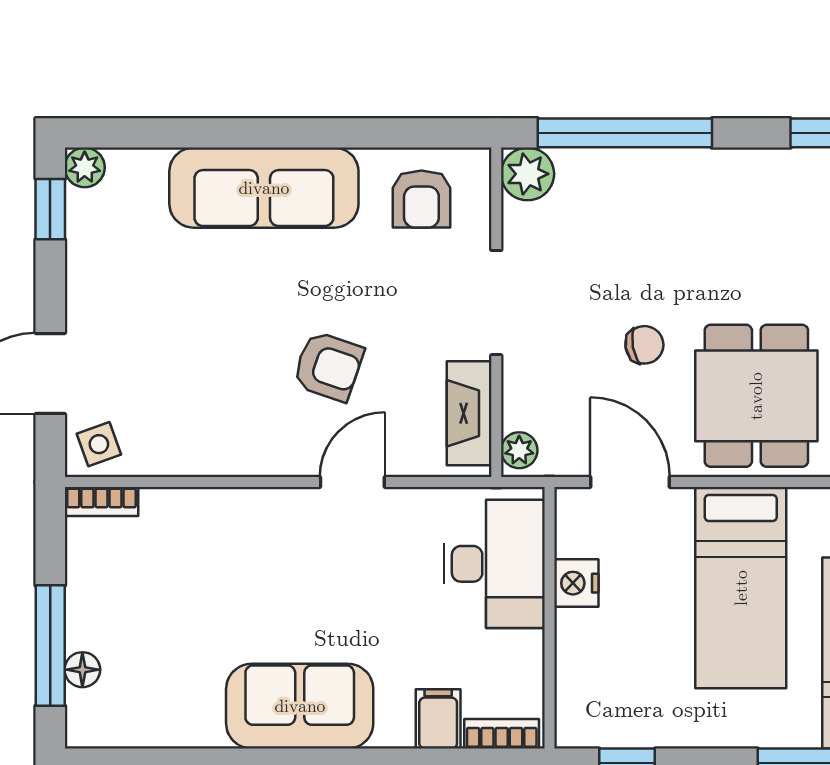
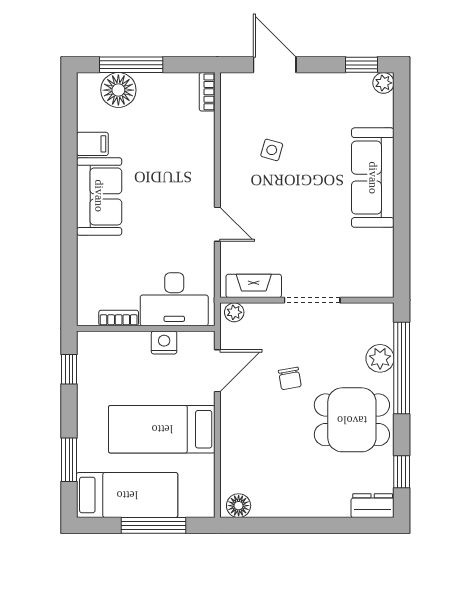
plant: (528, 174) -> (380, 358), moved
armchair: (421, 199) -> (367, 261), removed
armchair: (328, 366) -> (279, 212), removed
dining table: (756, 396) -> (352, 420), moved
side table: (99, 444) -> (272, 150), moved, turned 36
floor lamp: (82, 670) -> (118, 90), width x1.89, depth x1.89
filing cabinet: (438, 719) -> (92, 144), moved
bookcase: (502, 734) -> (119, 318), moved, turned -90

